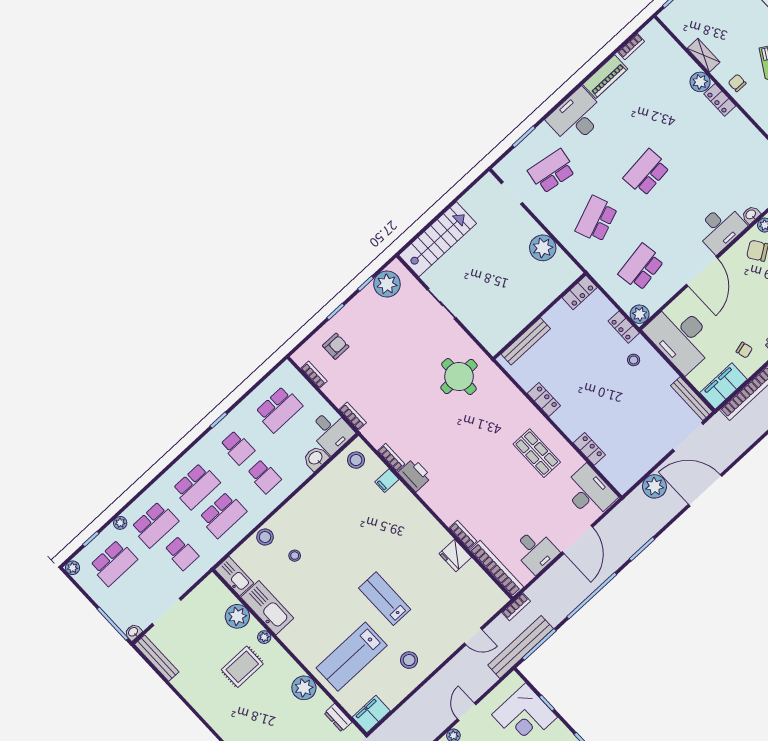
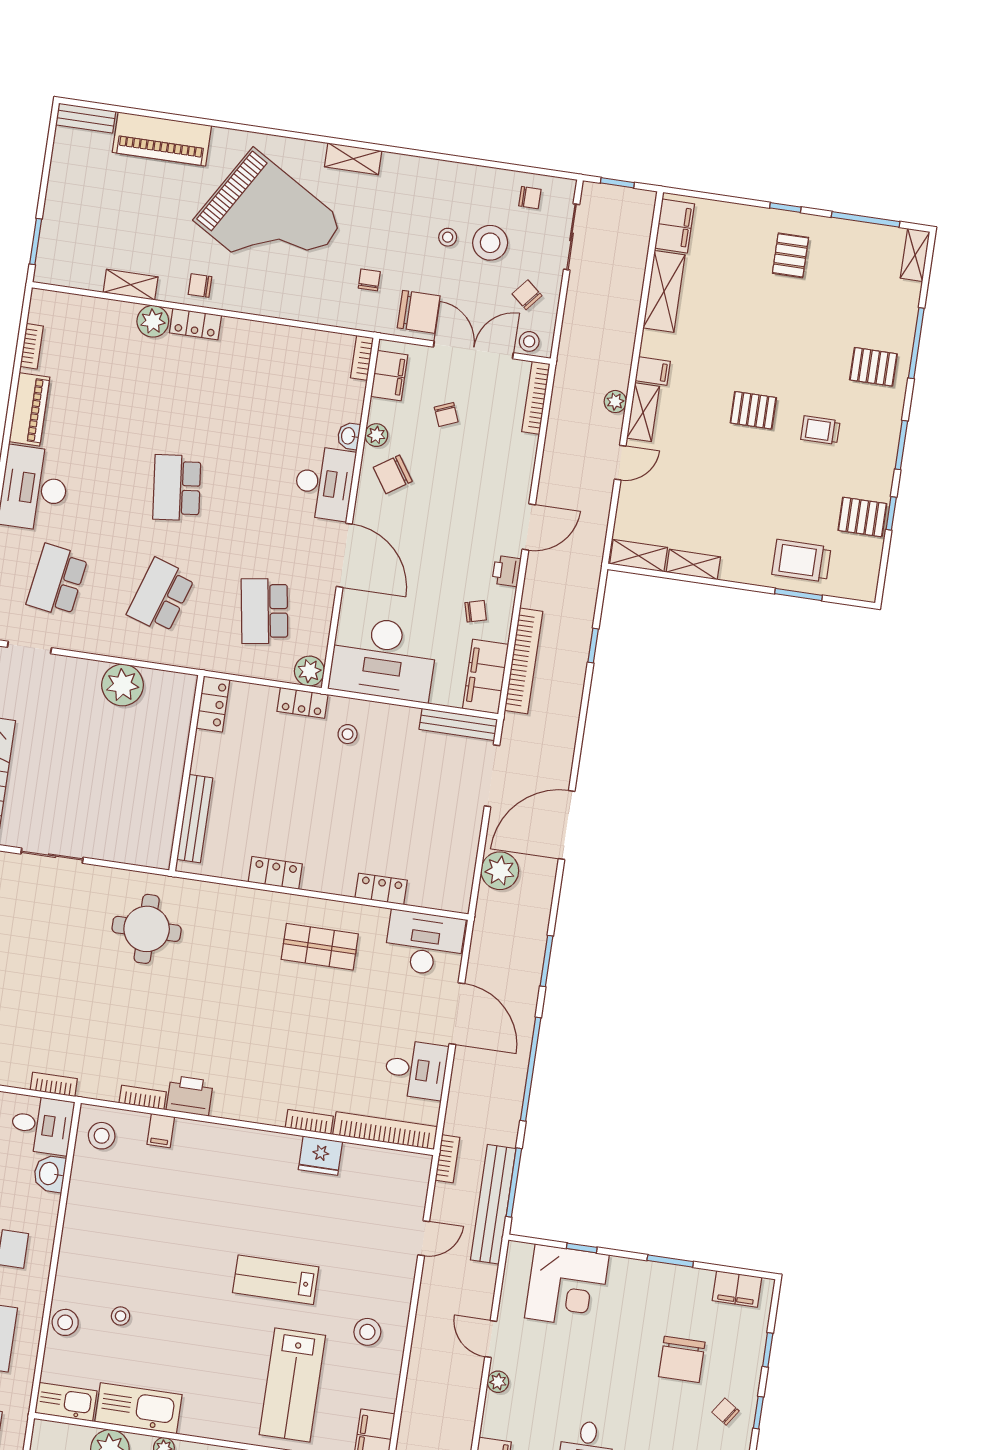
school desk: (596, 219) -> (161, 596), turned 39

